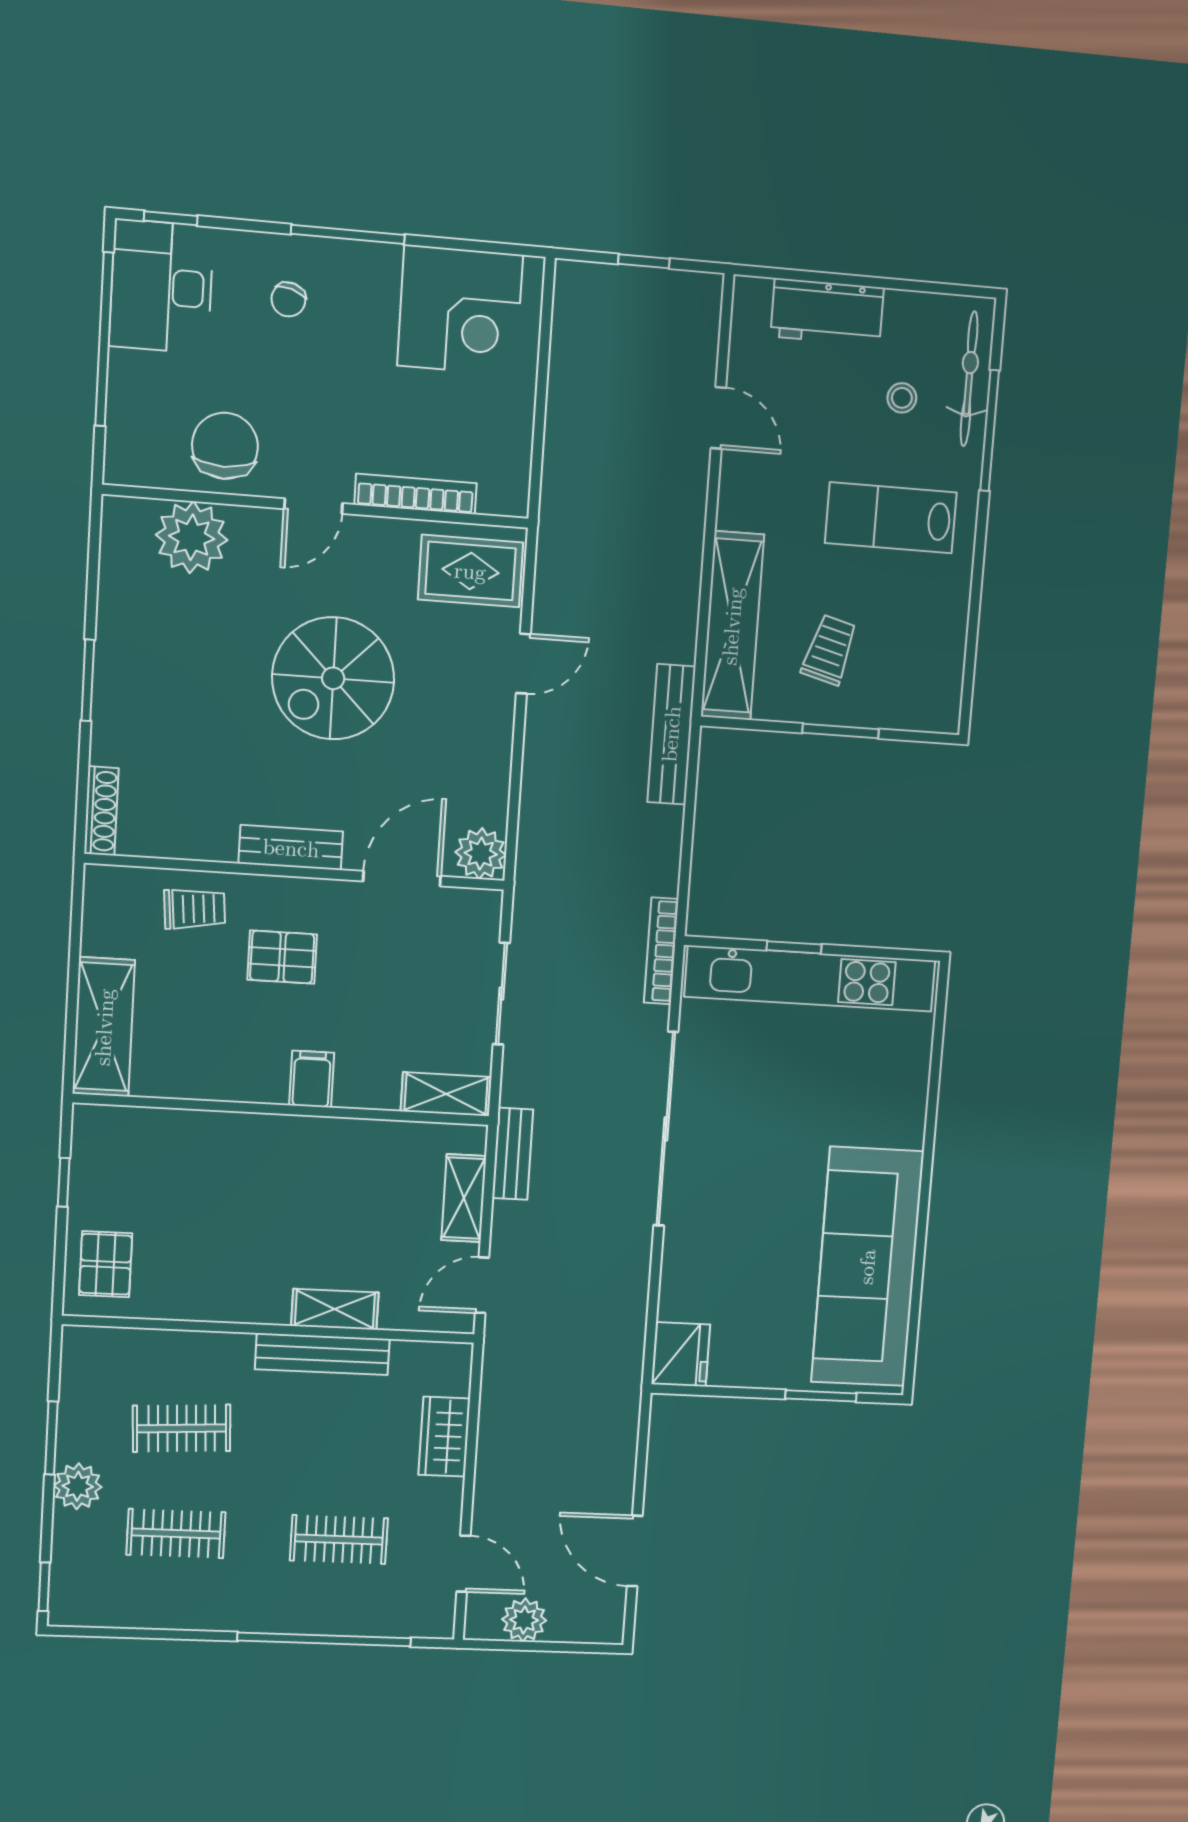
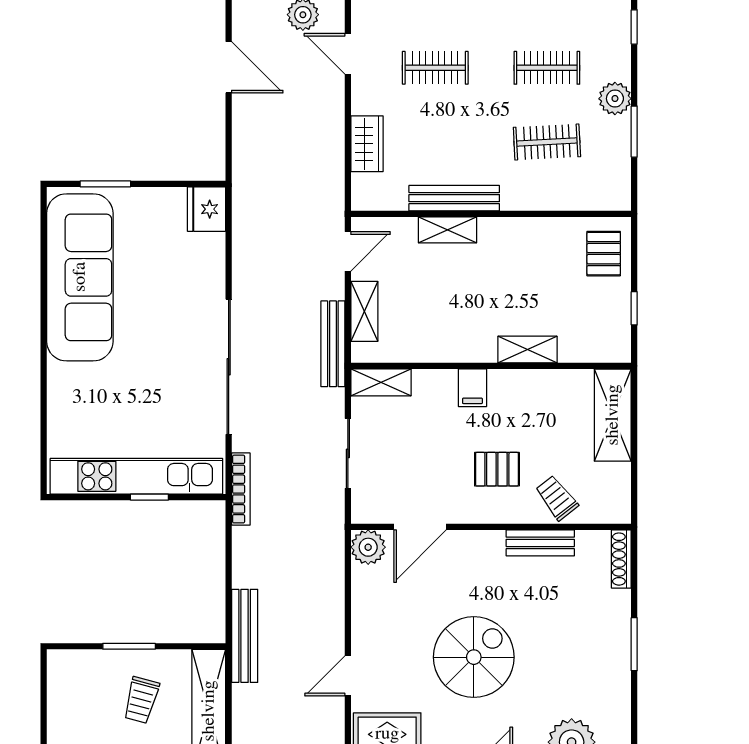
bench: (291, 848) -> (540, 543), moved
trolley: (195, 909) -> (557, 498), turned 57
shelving: (227, 1130) -> (527, 350), added
bench: (513, 1154) -> (333, 344), width x1.36

